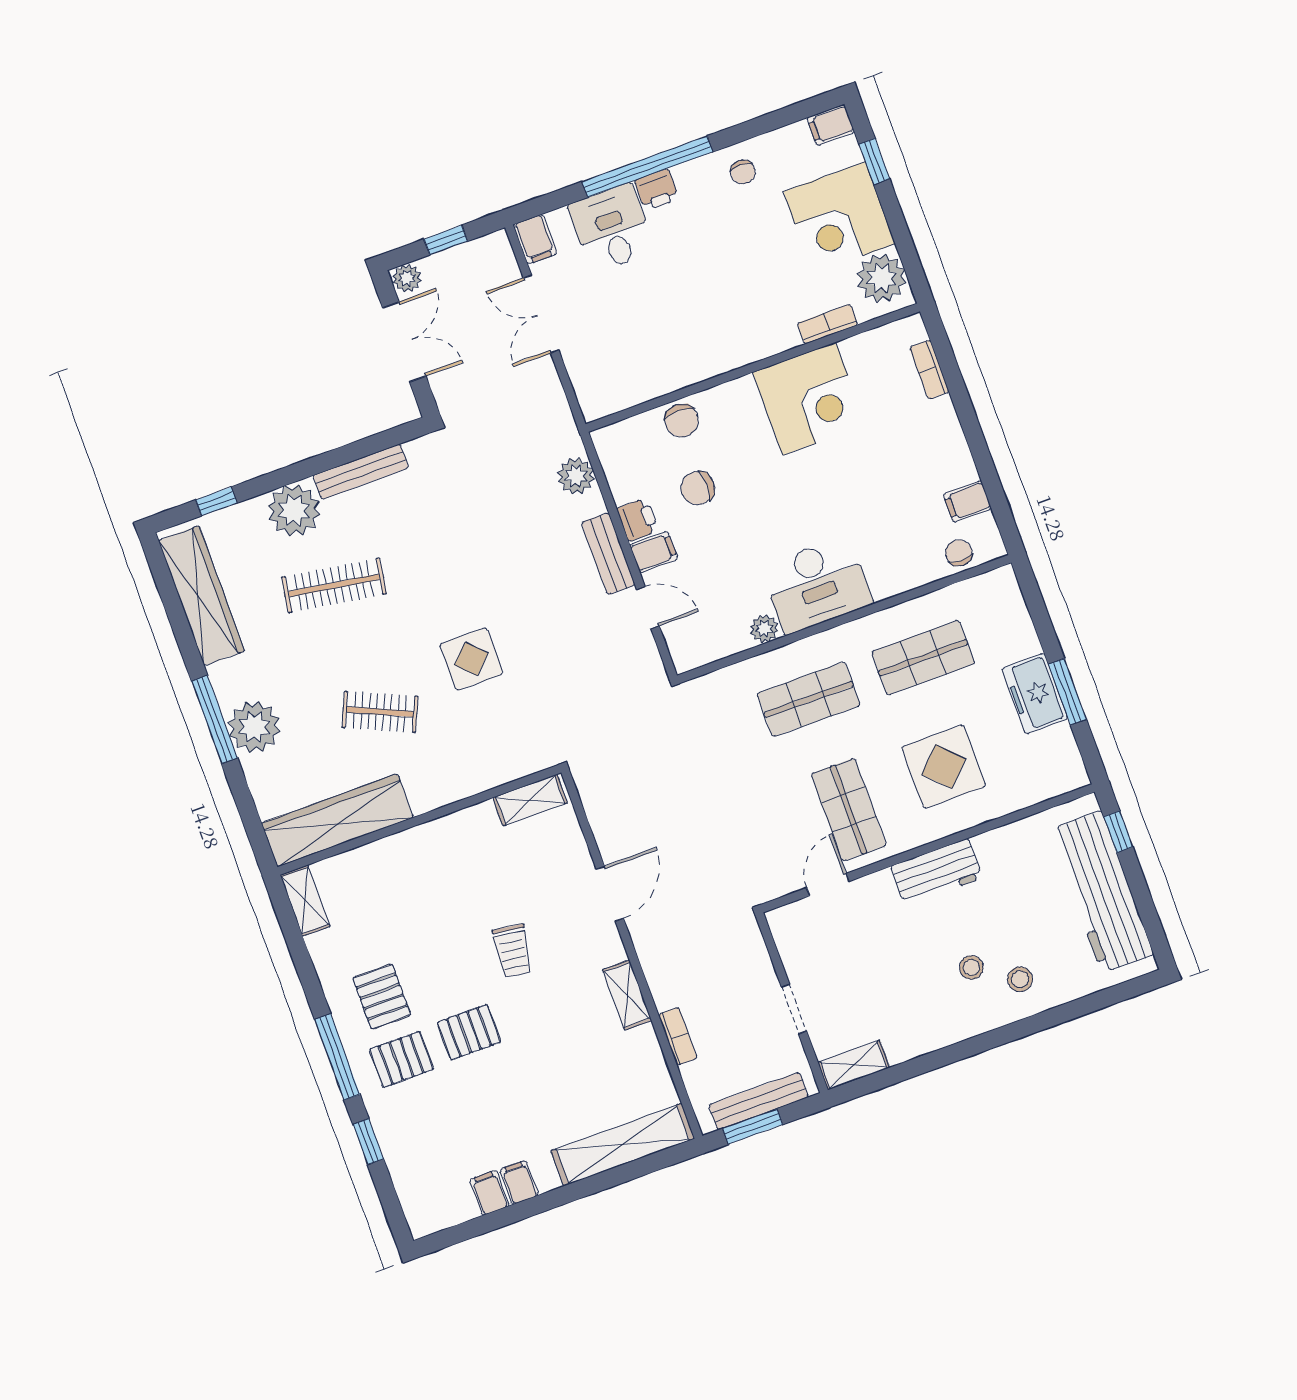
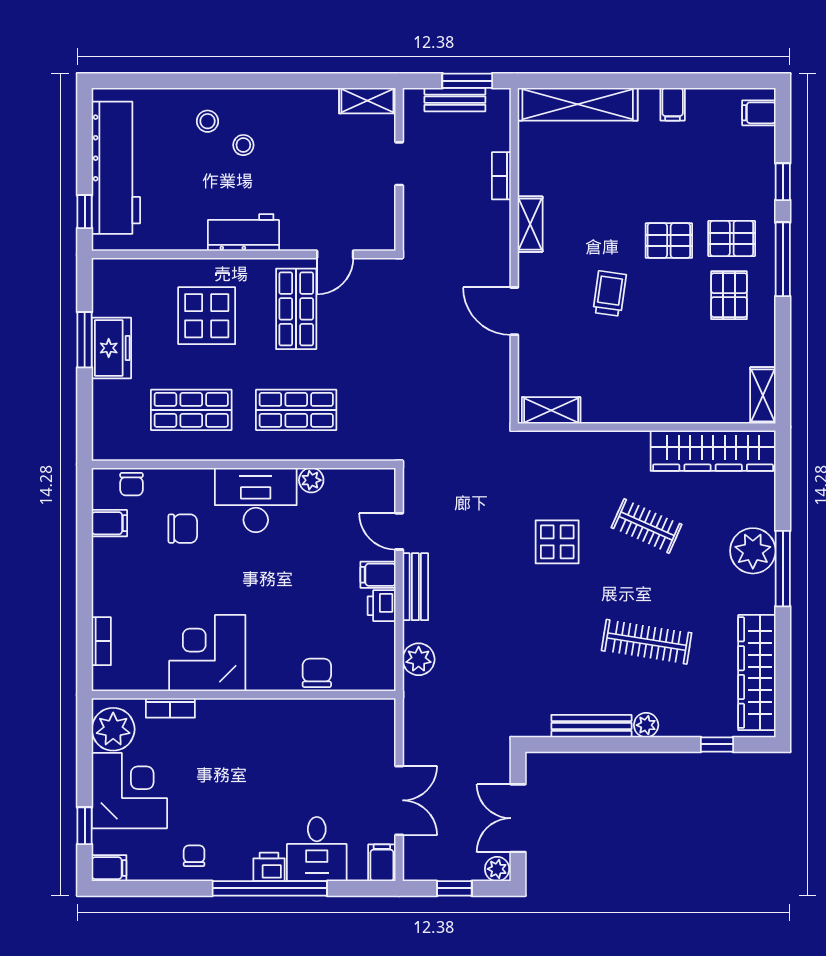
chair: (698, 488) -> (183, 529), moved
plant: (294, 510) -> (646, 725), width x0.53, depth x0.53
door: (610, 894) -> (514, 311), hinge flipped
bench: (759, 1101) -> (455, 100), width x0.73
filing cabinet: (489, 1193) -> (759, 113), moved, turned 90

